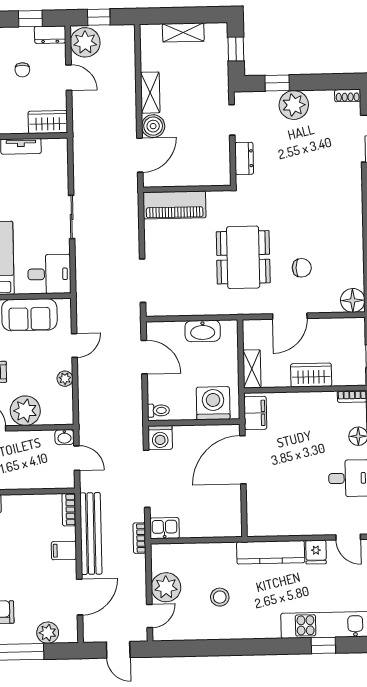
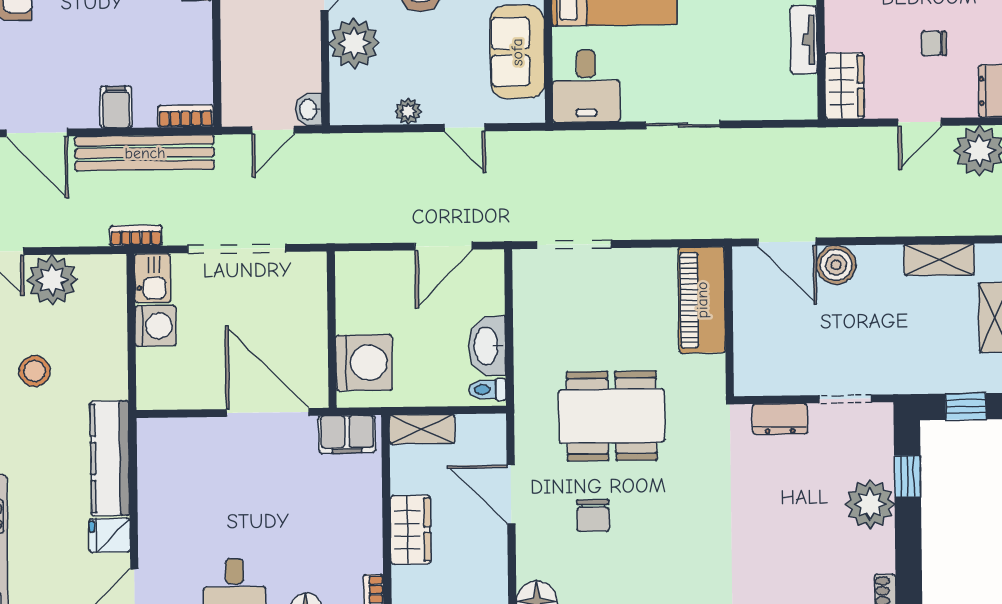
shelving: (150, 93) -> (939, 260), moved
toilet: (158, 410) -> (487, 390), moved, turned 90
washing machine: (160, 438) -> (156, 326), moved, turned 180

